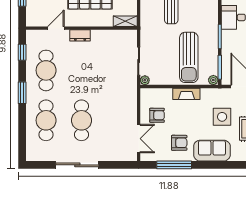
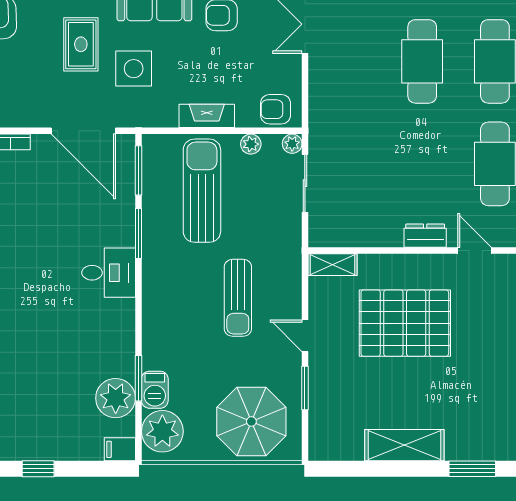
door: (56, 28) -> (475, 251), swing flipped
plant: (213, 80) -> (251, 144), moved
armchair: (157, 115) -> (276, 109), moved

